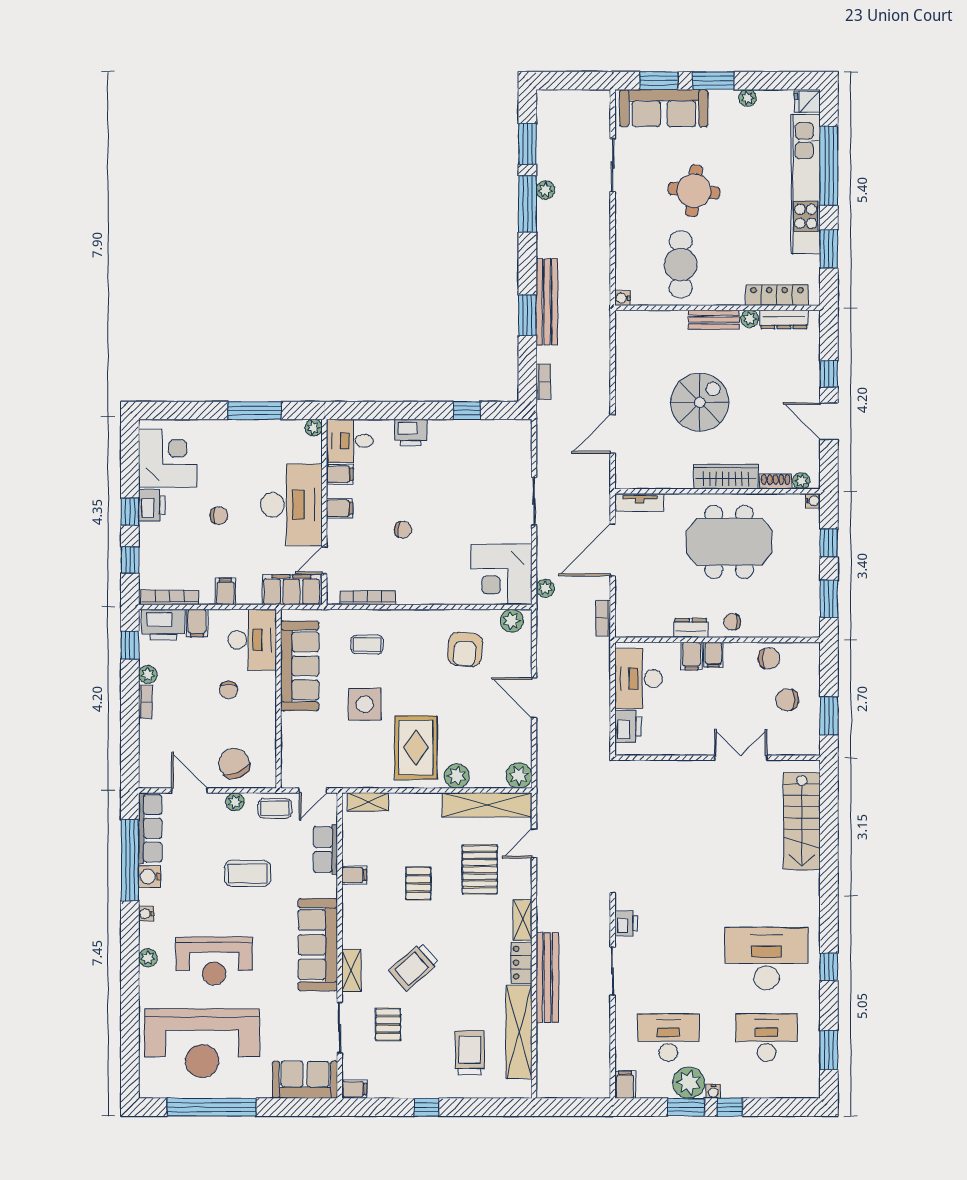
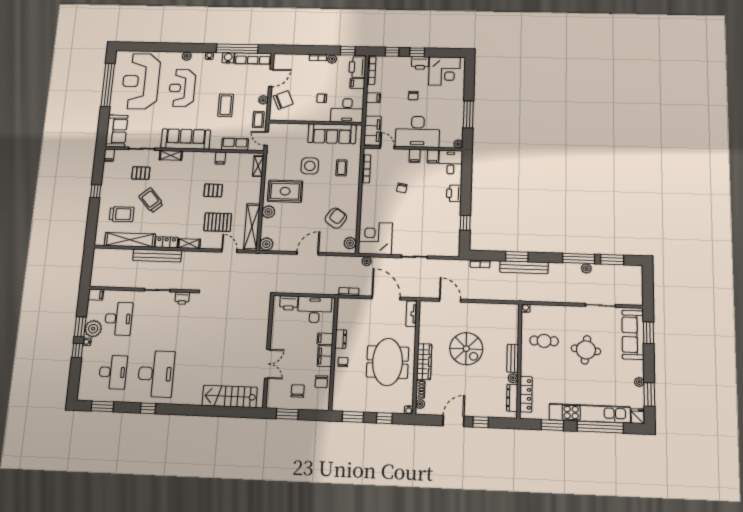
window: (713, 81) -> (649, 394), moved
cafe table: (681, 265) -> (544, 341), width x0.73, depth x0.74
armchair: (465, 649) -> (336, 218), turned 119
filing cabinet: (713, 655) -> (325, 356), width x2.00
trolley: (414, 967) -> (151, 200), moved

